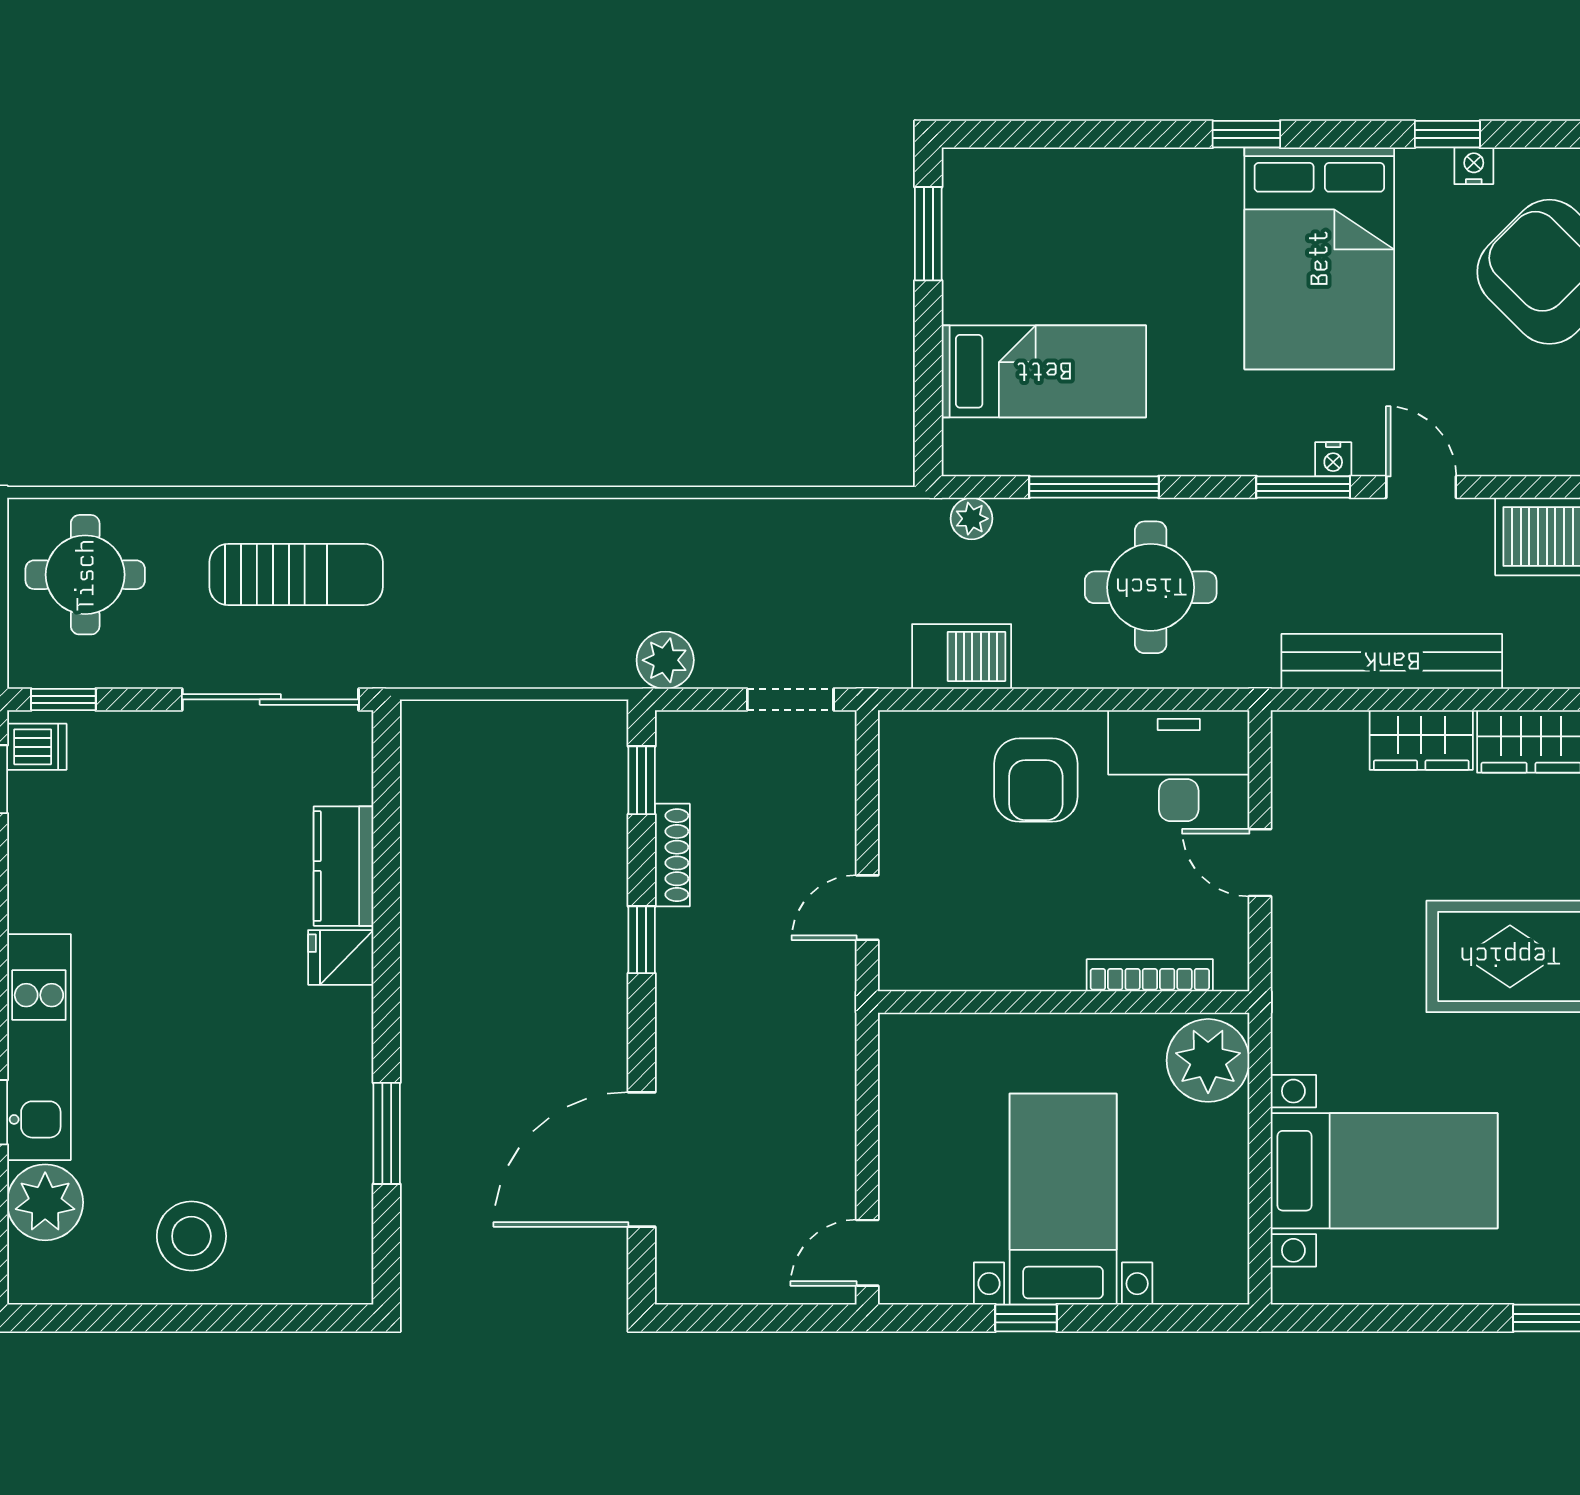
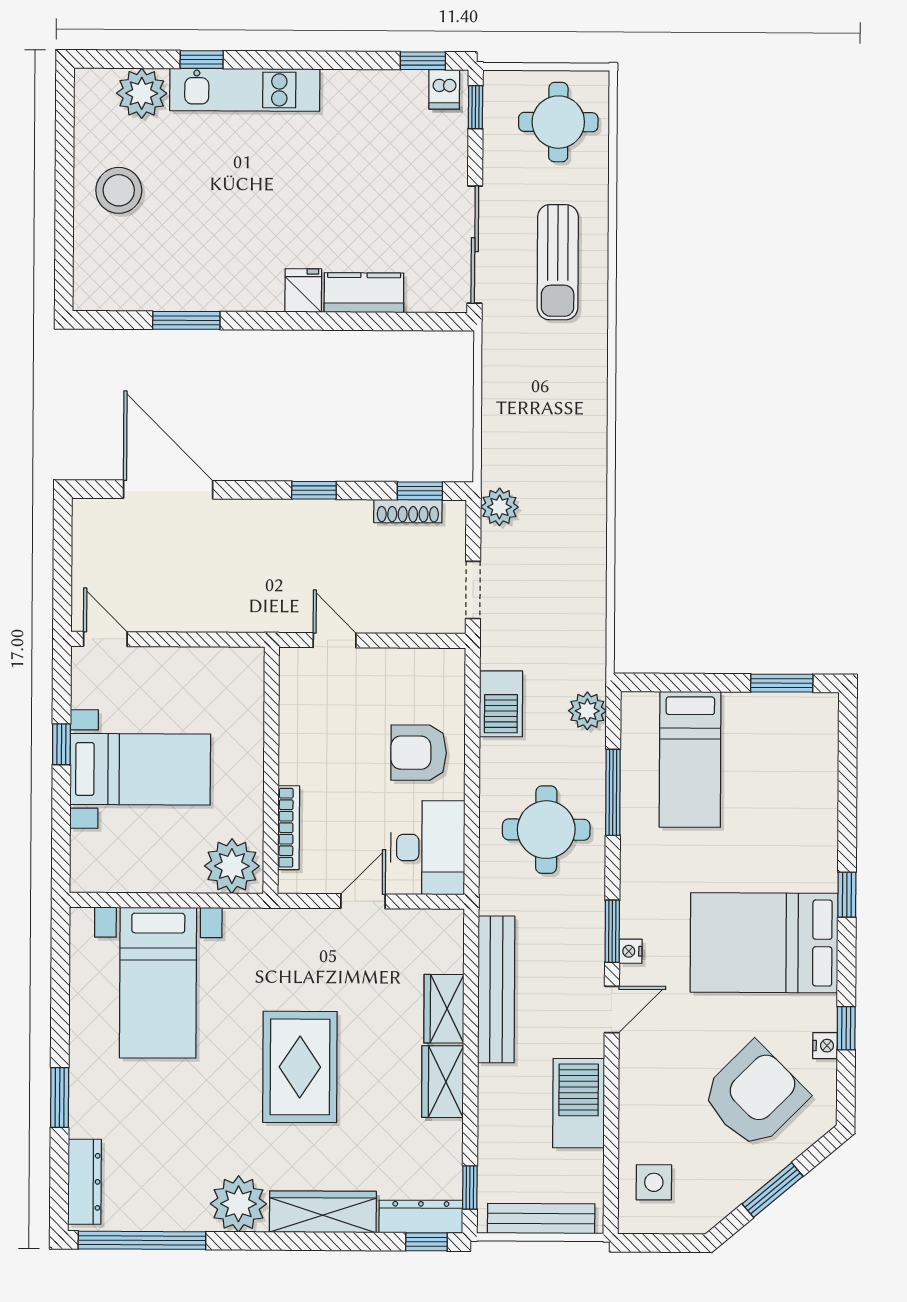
plant: (972, 519) -> (587, 711), width x1.38, depth x1.38
shoe rack: (672, 855) -> (408, 511), moved

